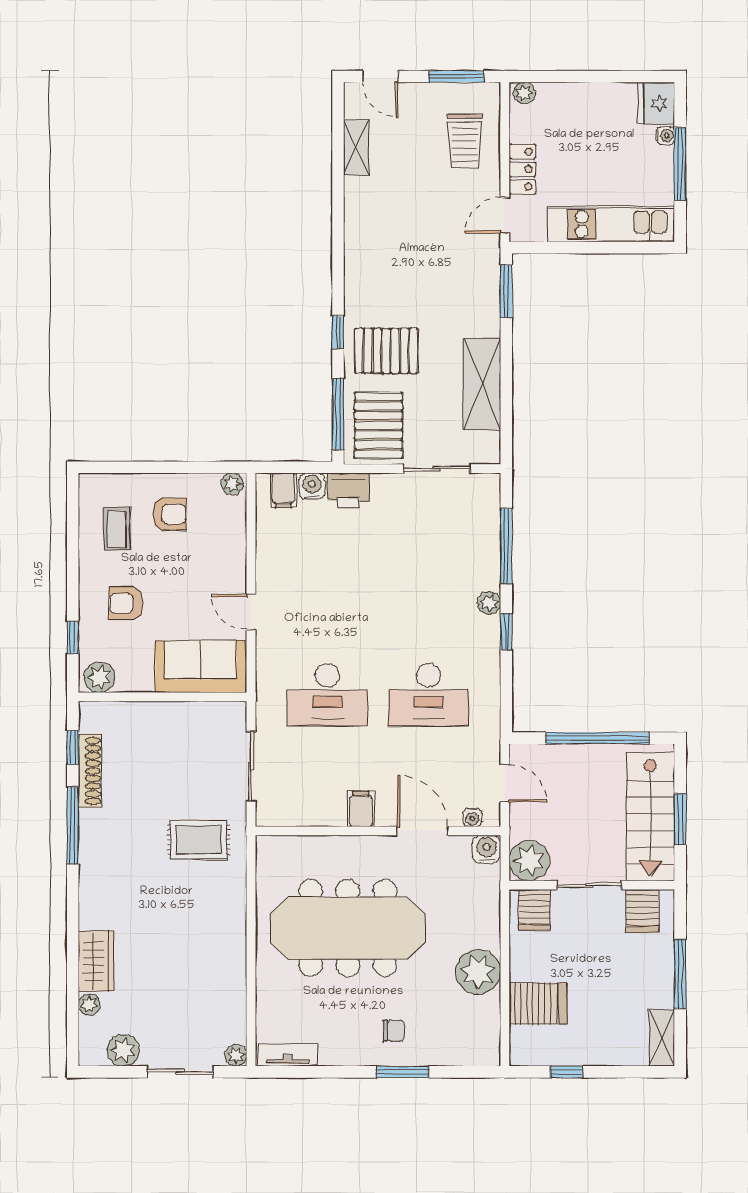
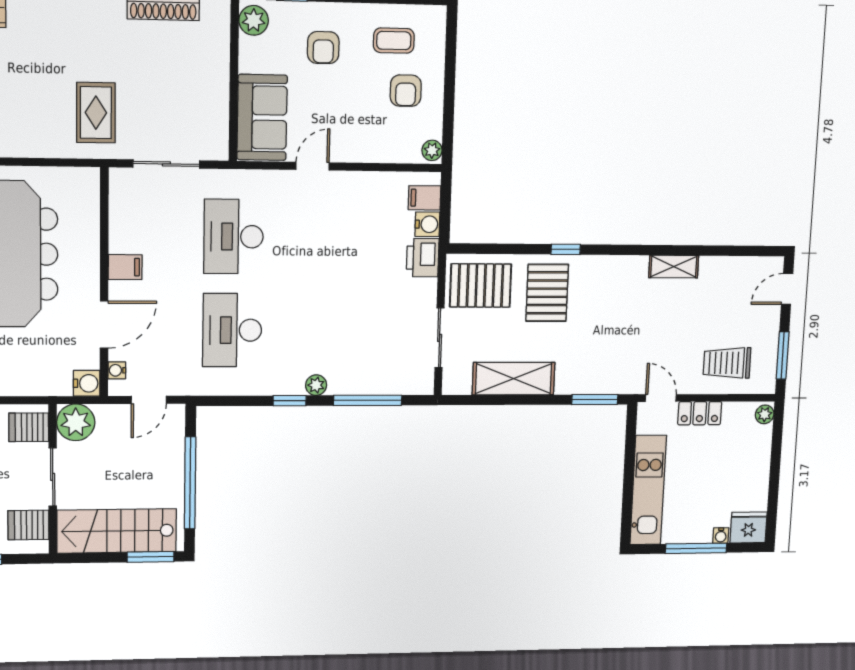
shelving: (356, 148) -> (674, 267), moved
window: (338, 414) -> (492, 249), removed
armchair: (126, 603) -> (323, 48), turned 180
window: (680, 819) -> (151, 557), moved

